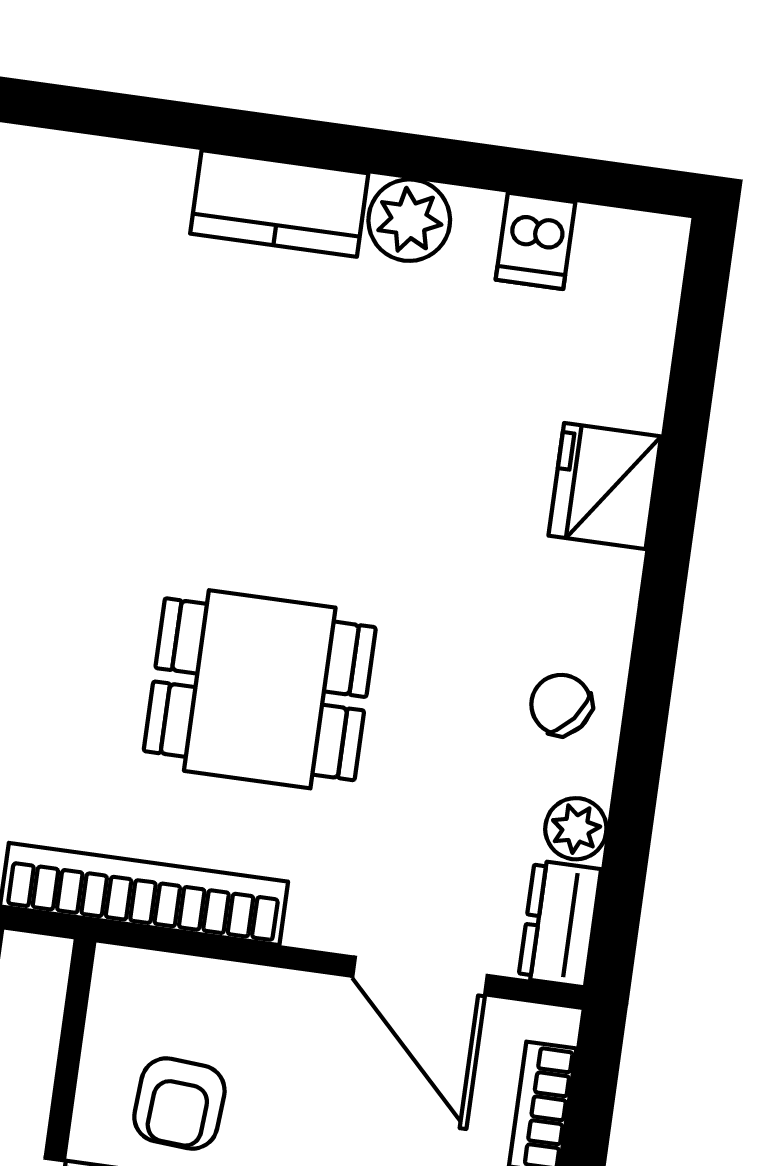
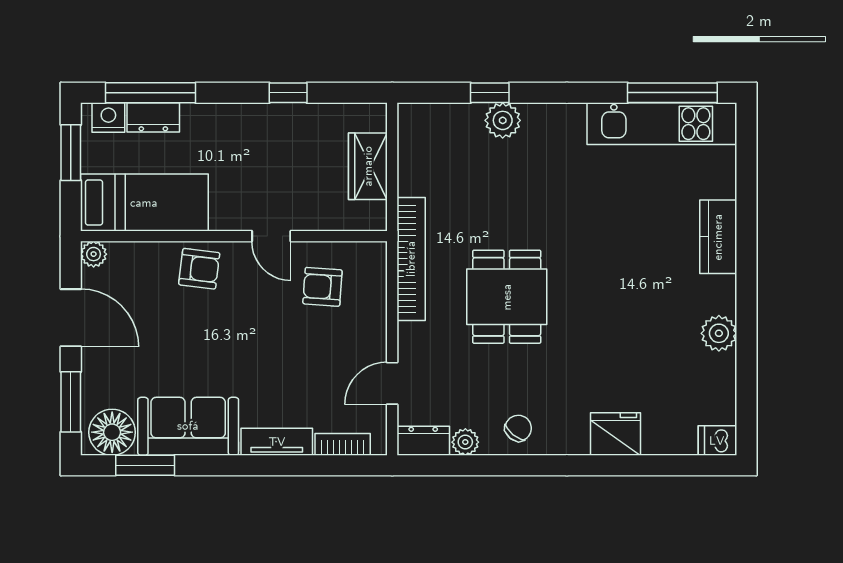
kitchen counter: (279, 203) -> (718, 237), moved
dishwasher: (535, 241) -> (717, 441), moved
door: (420, 976) -> (392, 383), width x0.73

